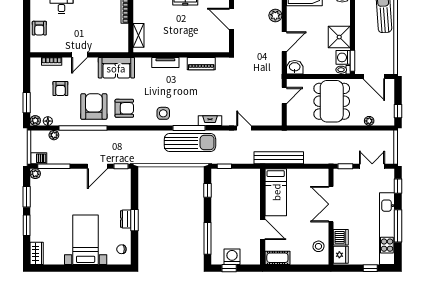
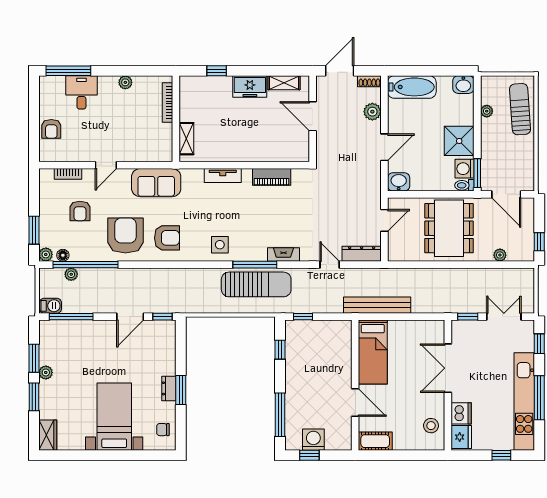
plant: (359, 15) -> (487, 111), added
dresser: (267, 120) -> (362, 254), added
window: (83, 128) -> (85, 265), moved
plant: (35, 174) -> (46, 372), moved

